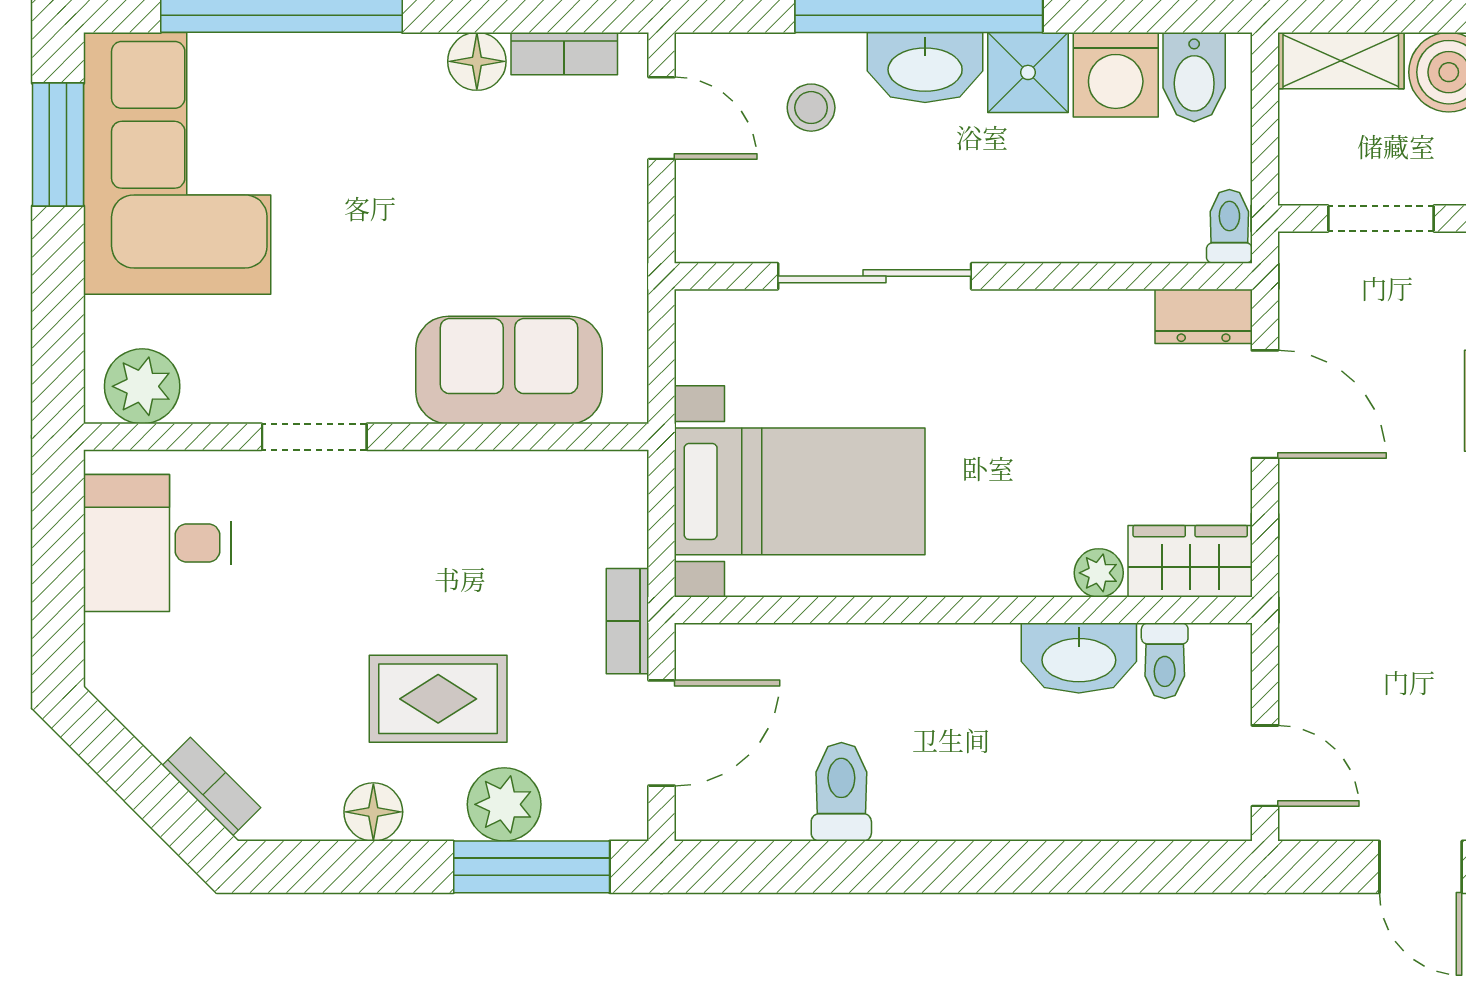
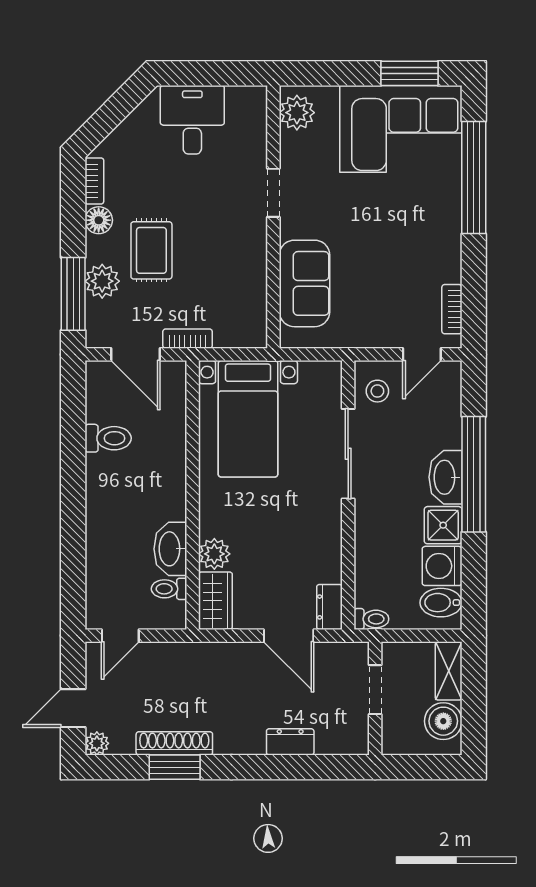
floor lamp: (477, 61) -> (448, 268), removed
stool: (811, 108) -> (377, 391), moved
door: (1265, 404) -> (289, 636), hinge flipped
desk: (158, 543) -> (192, 120), moved
plant: (1099, 573) -> (214, 554), width x1.38, depth x1.38
bookcase: (211, 787) -> (94, 181), moved, turned -45

